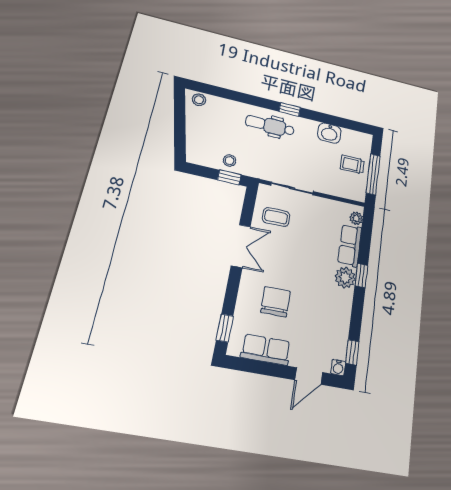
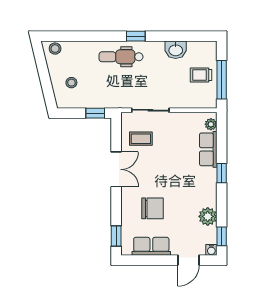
stool: (230, 161) -> (71, 83), moved
plant: (345, 278) -> (208, 216), moved
chair: (276, 302) -> (153, 208), turned 90

